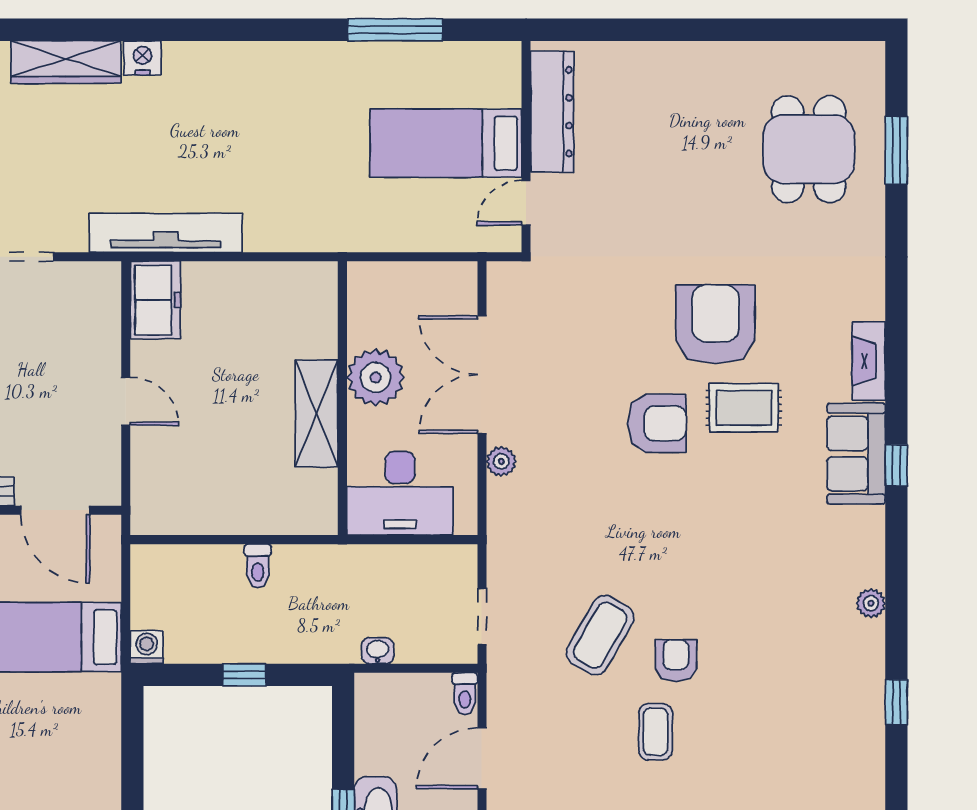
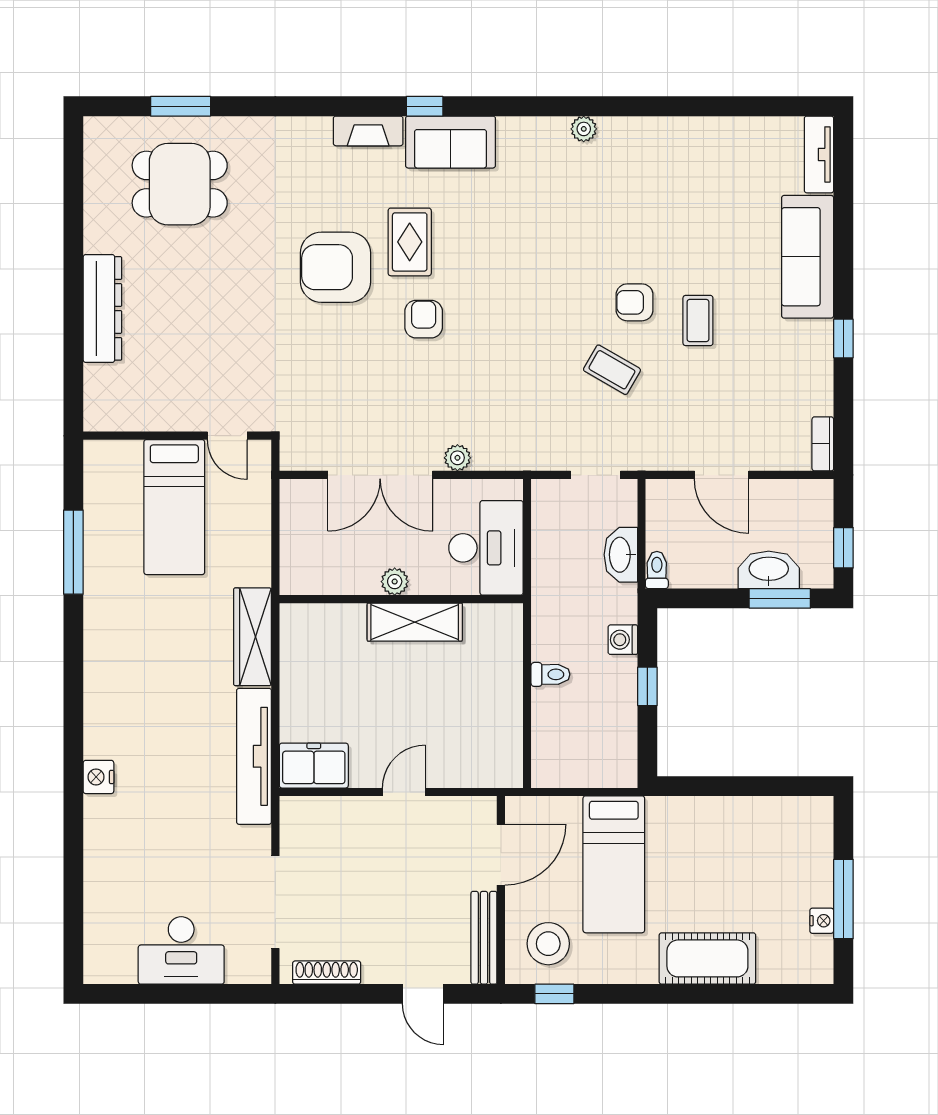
wardrobe: (66, 62) -> (253, 637), moved, turned 180
dresser: (552, 112) -> (102, 308), moved, turned 90
plant: (376, 377) -> (395, 582), width x0.53, depth x0.53
armchair: (657, 423) -> (424, 319), width x0.72, depth x0.72
window: (896, 465) -> (425, 106), moved
coffee table: (600, 635) -> (612, 370), width x0.73, depth x0.77
washing machine: (147, 647) -> (623, 640), moved
washbasin: (378, 651) -> (621, 555), width x1.91, depth x1.45
toilet: (465, 694) -> (657, 570), moved, turned -90
window: (896, 702) -> (672, 106), removed
coffee table: (656, 732) -> (698, 320), turned 90

